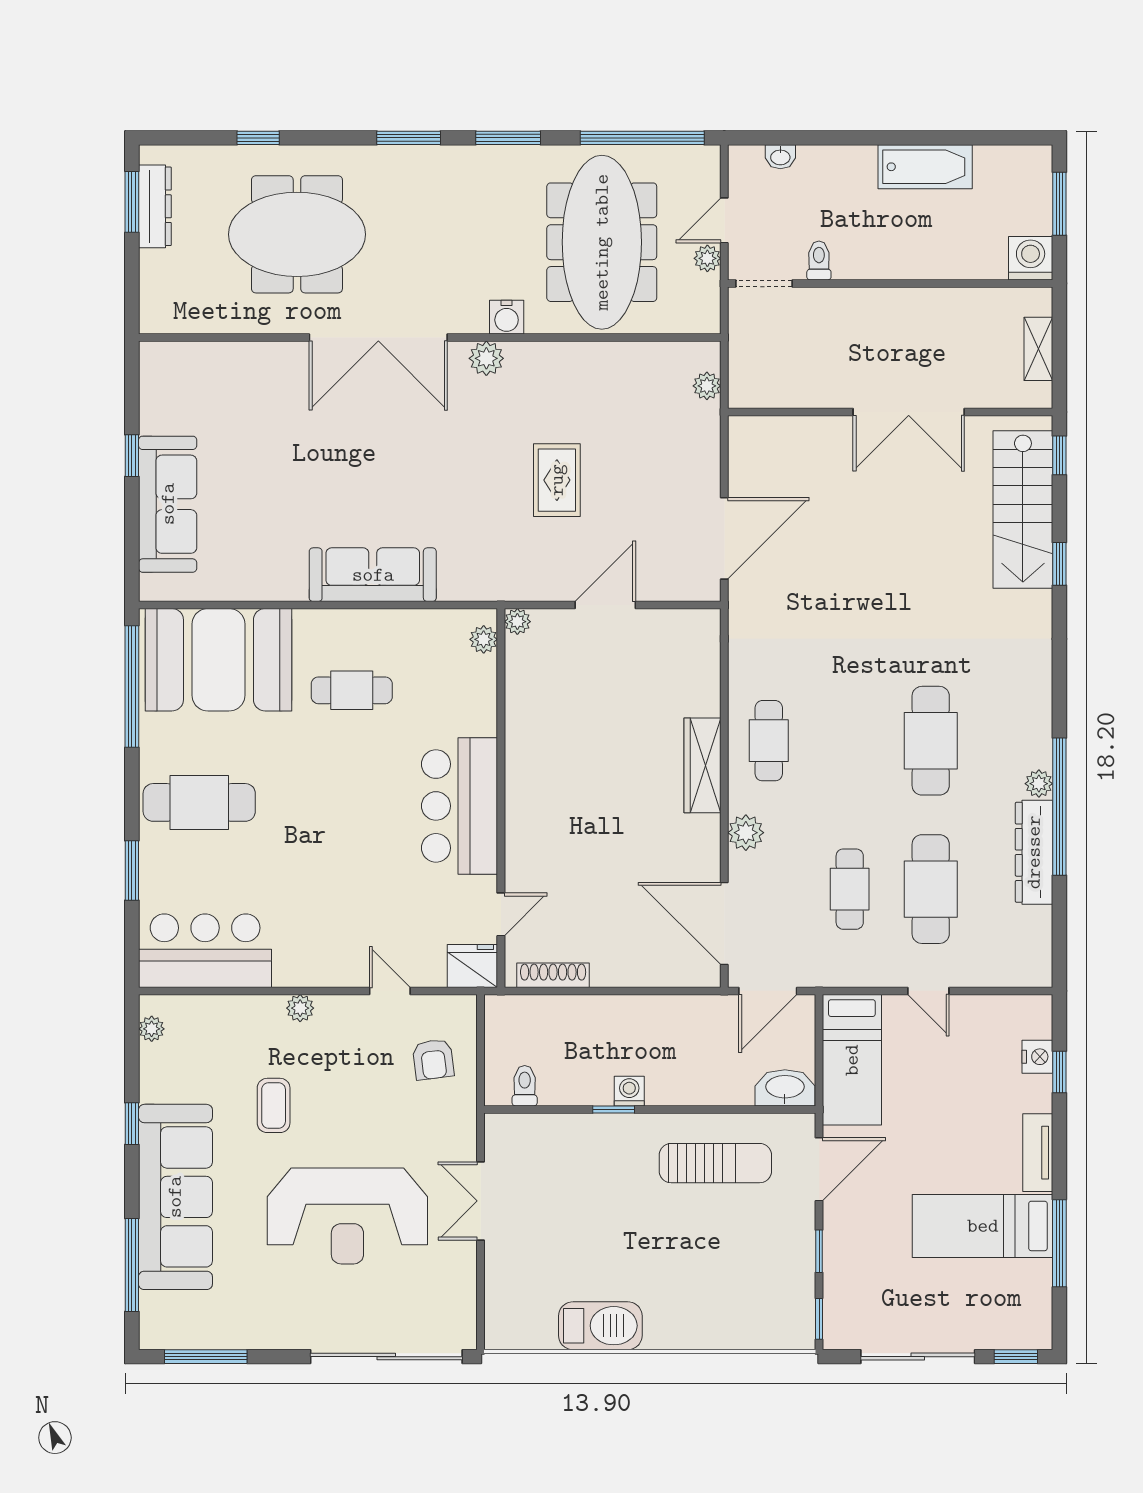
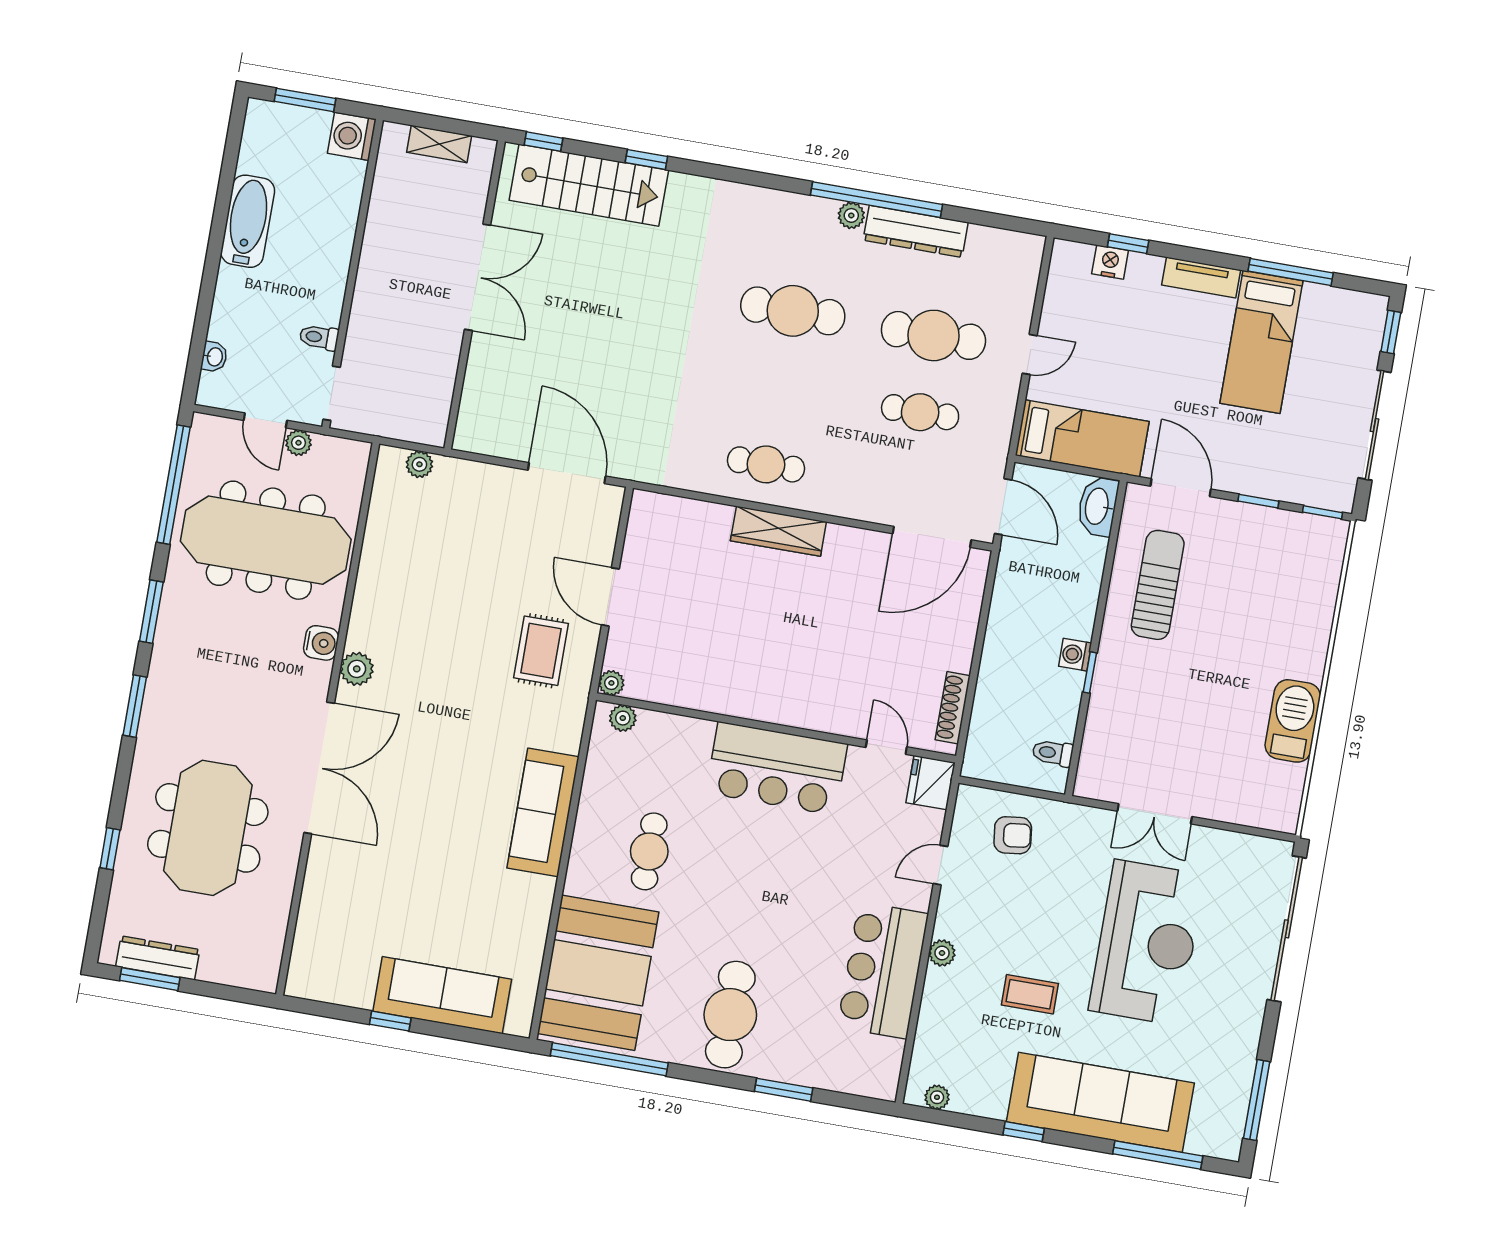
rug: (557, 480) -> (541, 651), moved, turned 90
plant: (746, 833) -> (849, 501), removed
bar counter: (205, 951) -> (883, 970), moved

